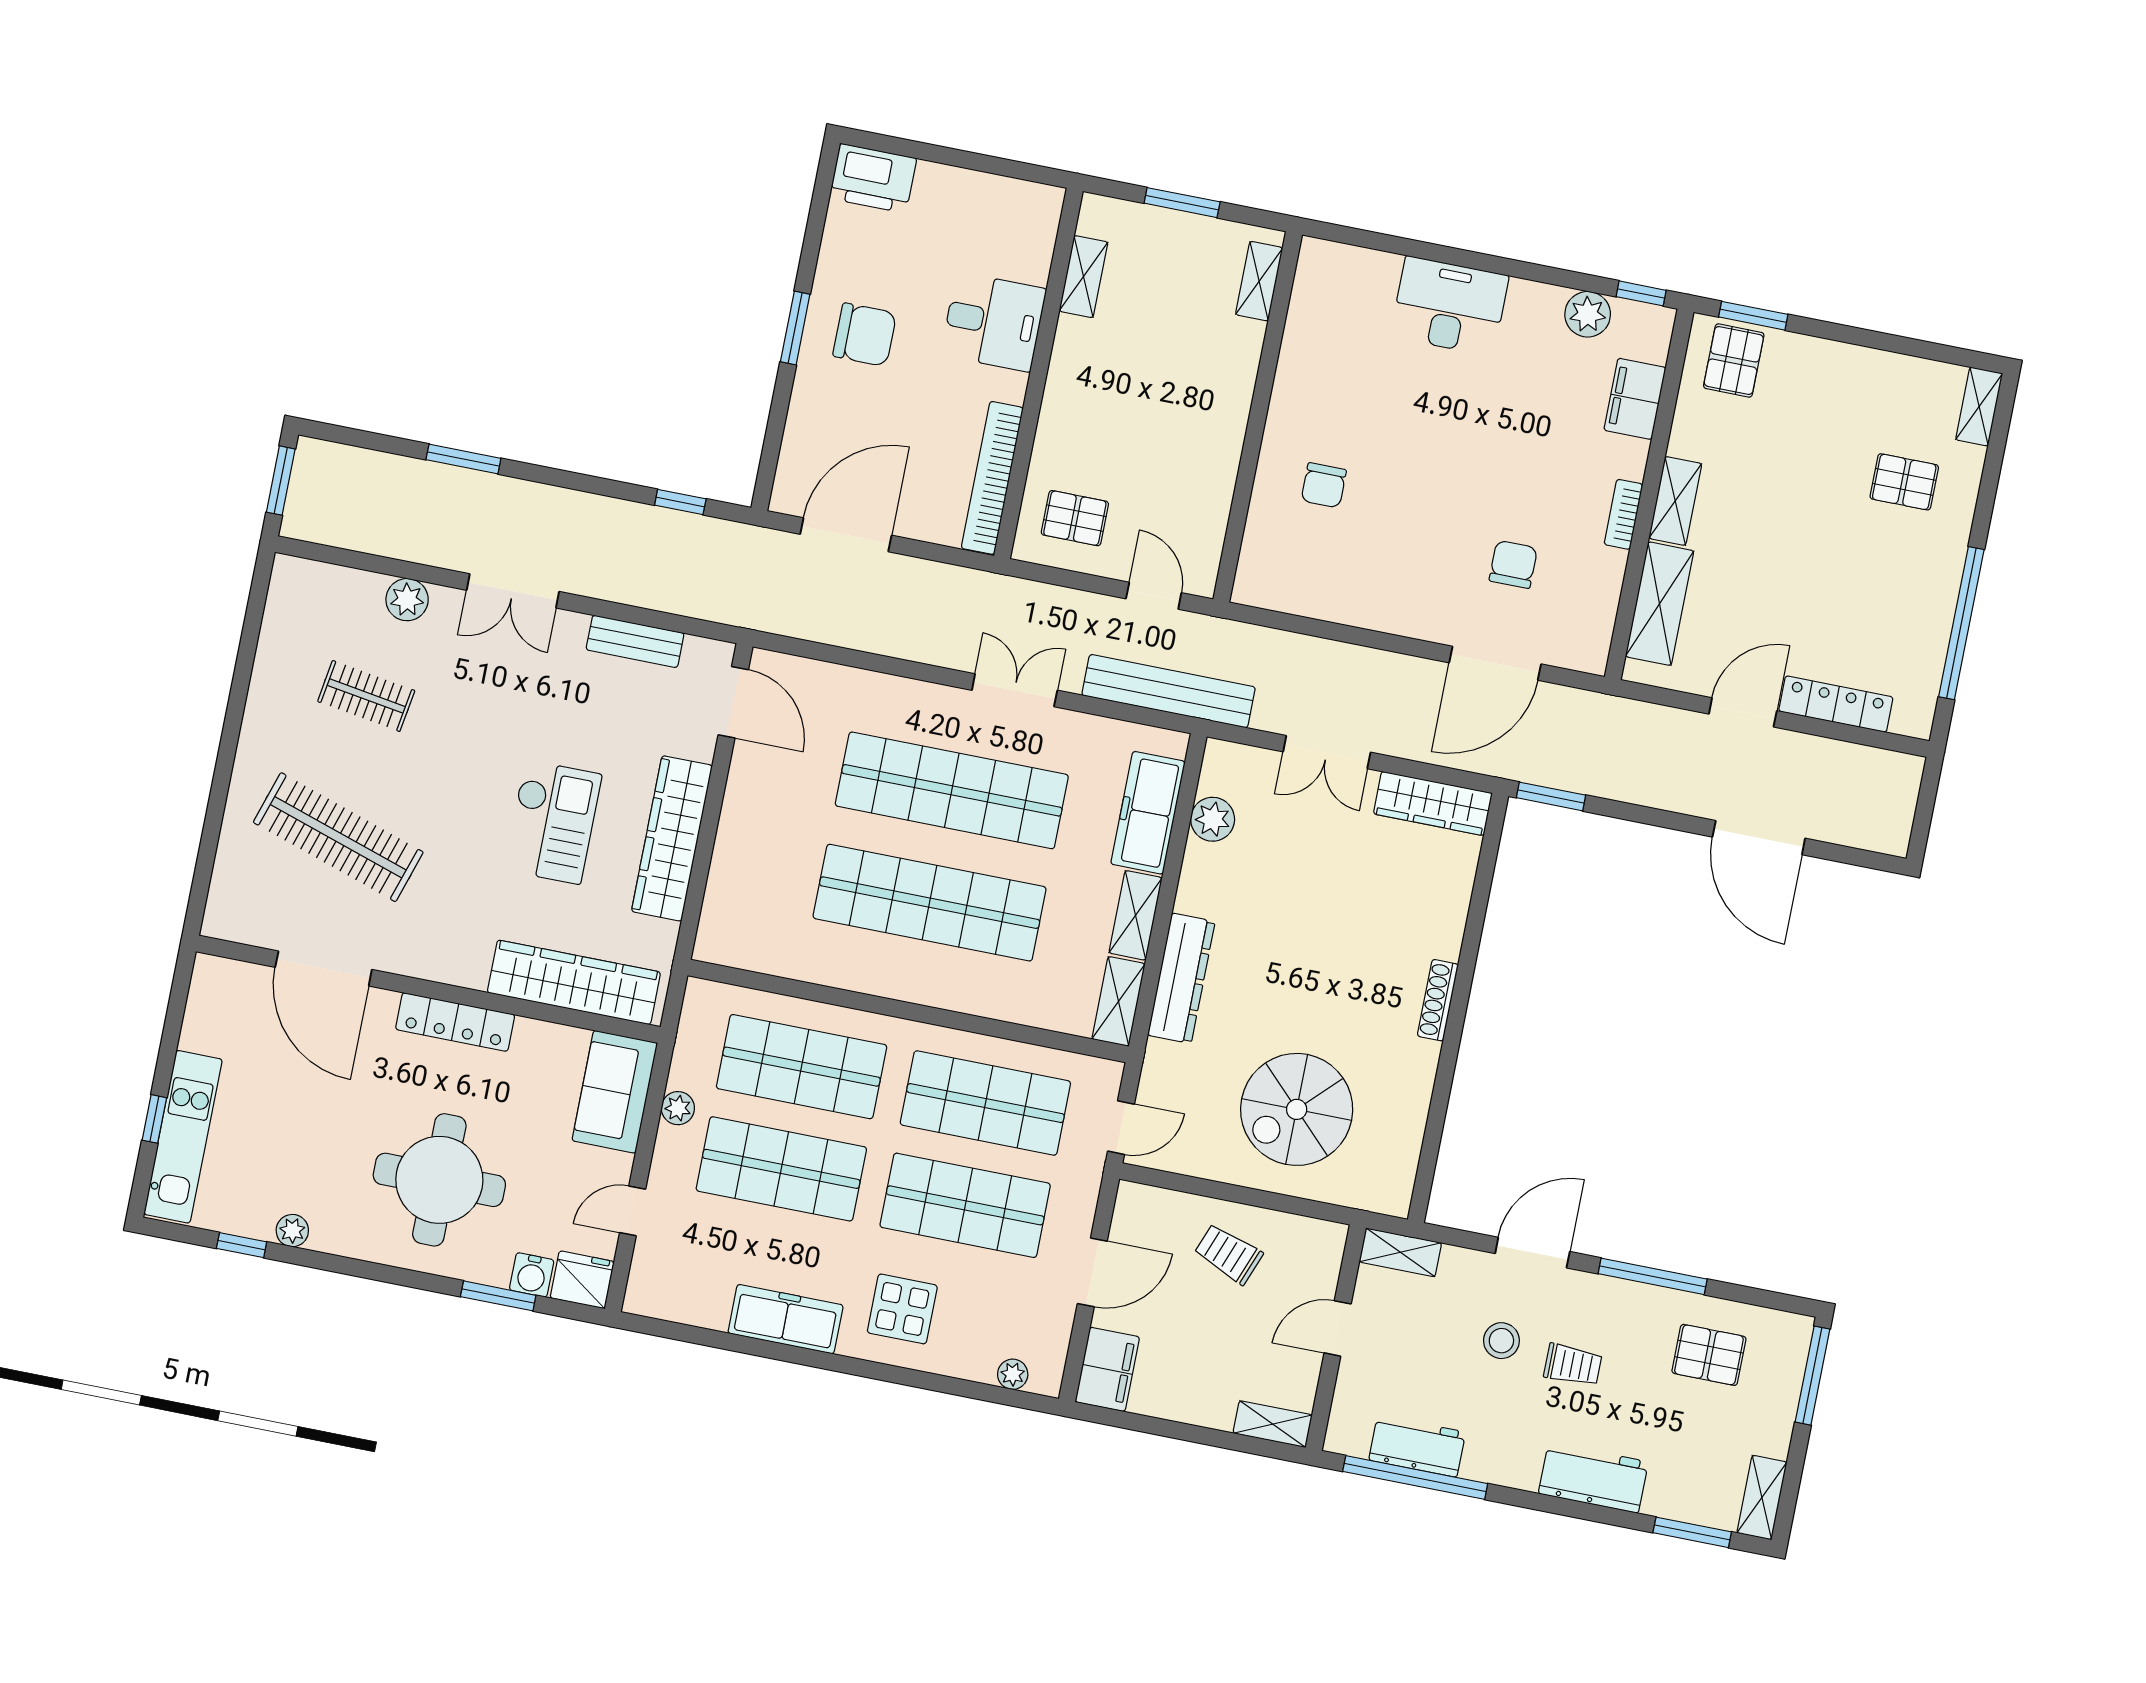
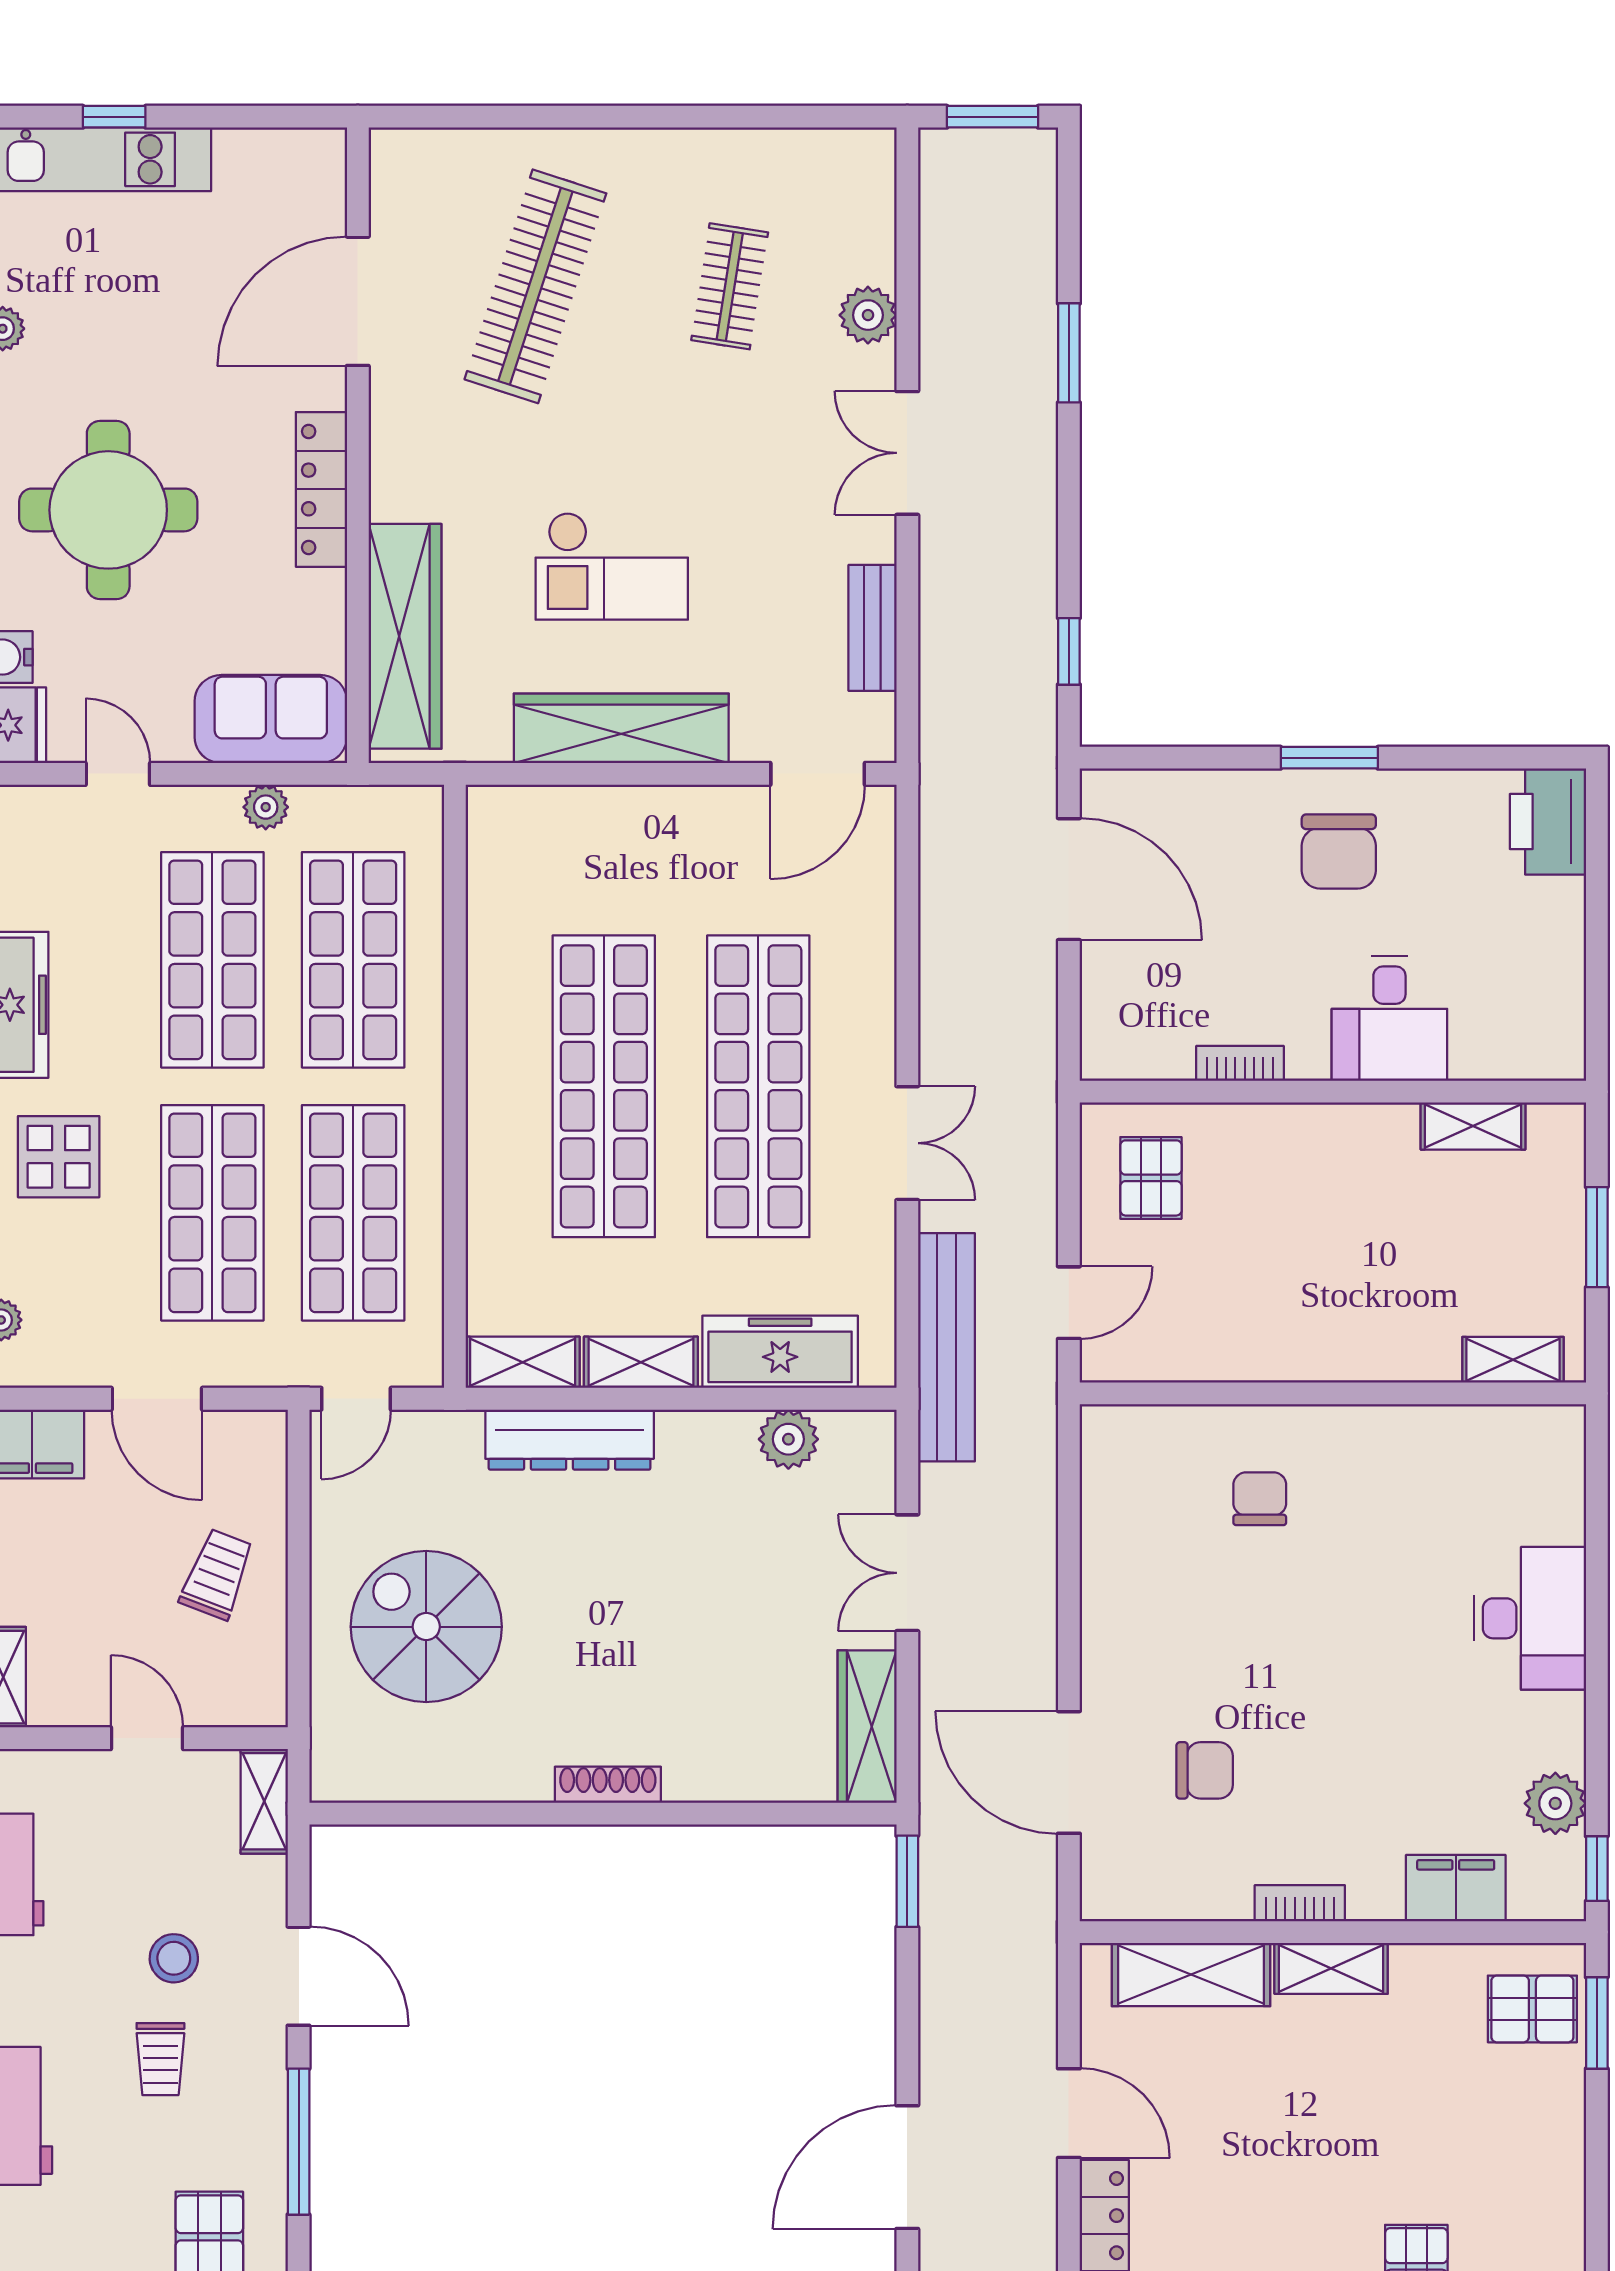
bookcase: (992, 478) -> (1240, 1063), width x0.43, depth x0.76
chair: (1324, 485) -> (1260, 1499), turned 90
door: (1121, 1128) -> (356, 1399), hinge flipped

